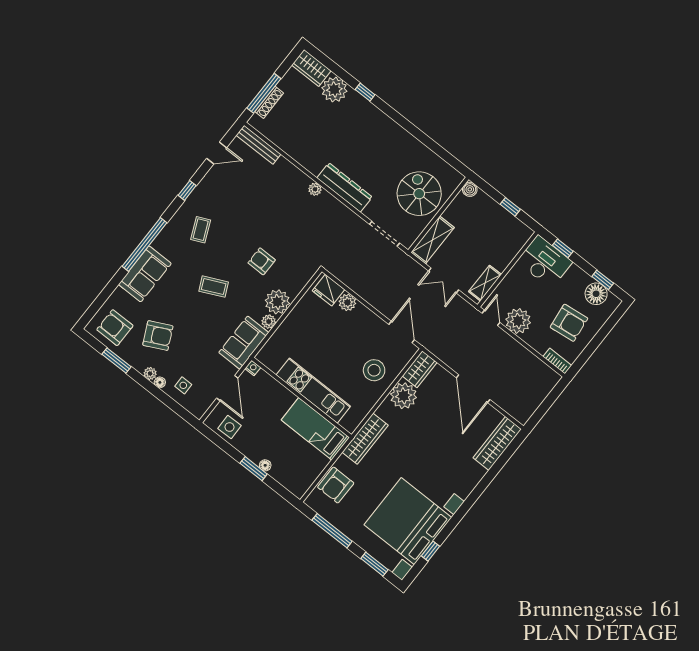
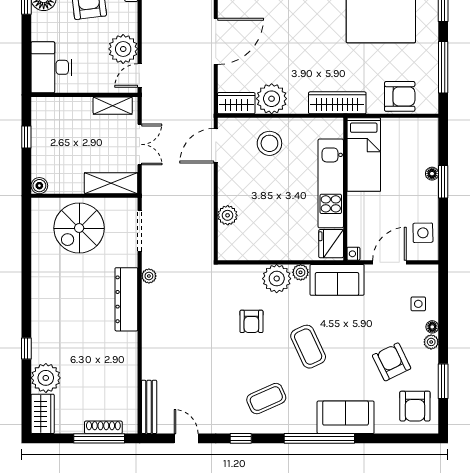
plant: (315, 189) -> (149, 276), moved
coffee table: (201, 230) -> (266, 399), width x1.36, depth x1.30
window: (563, 248) -> (26, 60), removed
coffee table: (214, 287) -> (308, 347), width x1.36, depth x1.30
fridge: (329, 290) -> (331, 244), moved, turned 180

